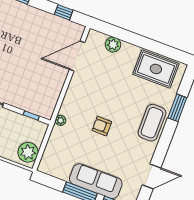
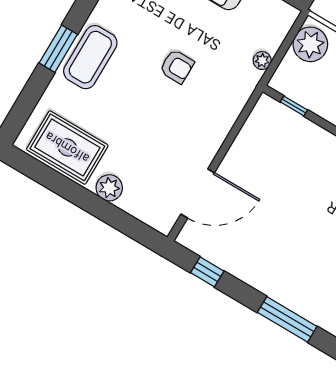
plant: (113, 45) -> (109, 188), moved
window: (177, 108) -> (58, 49), moved
plant: (61, 120) -> (262, 61), moved

